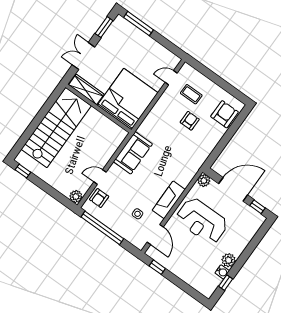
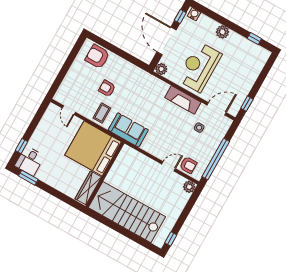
window: (138, 24) -> (22, 146), width x0.46
desk: (122, 30) -> (30, 161), added
double door: (83, 56) -> (57, 194), removed
coffee table: (191, 94) -> (102, 113), moved
sofa: (133, 153) -> (128, 130), moved
door: (100, 177) -> (169, 166), swing flipped
reception desk: (202, 221) -> (199, 67), turned 180
plant: (229, 260) -> (223, 32), moved
water cooler: (222, 272) -> (194, 14), moved

